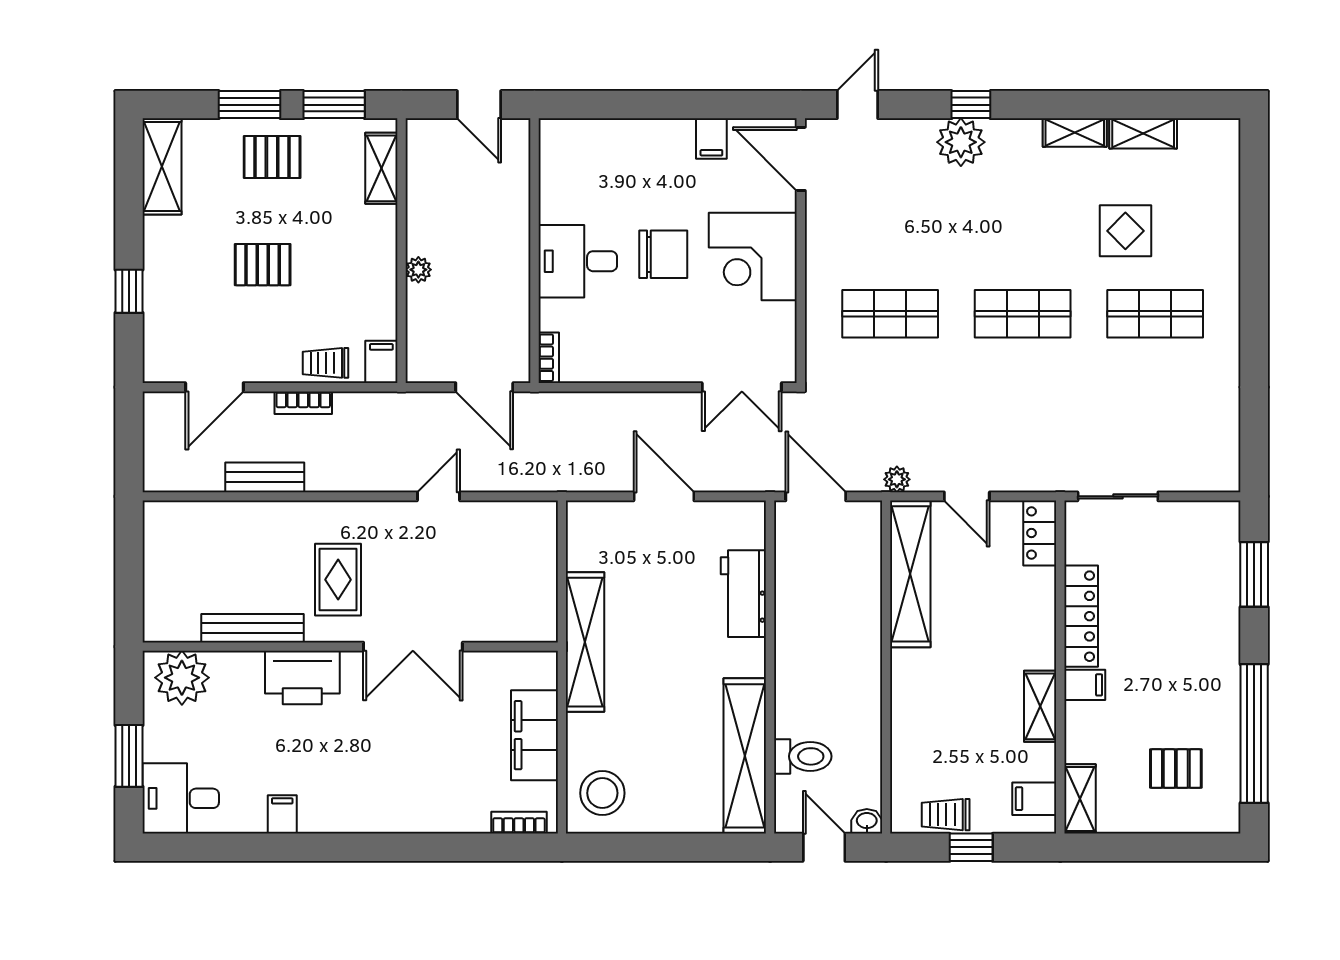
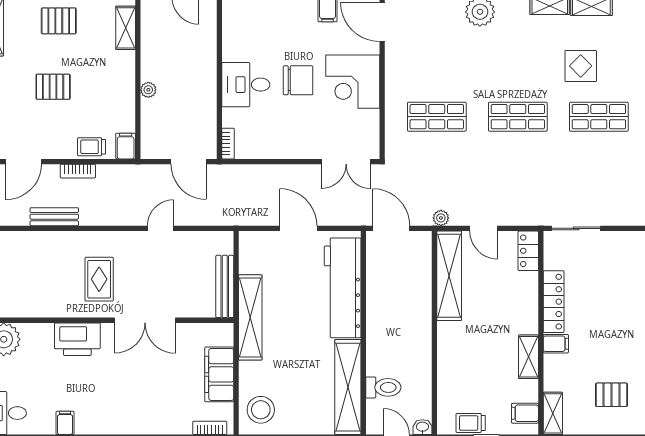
workbench: (743, 594) -> (343, 288), width x1.87, depth x1.32
bench: (252, 628) -> (225, 286), moved, turned 90

